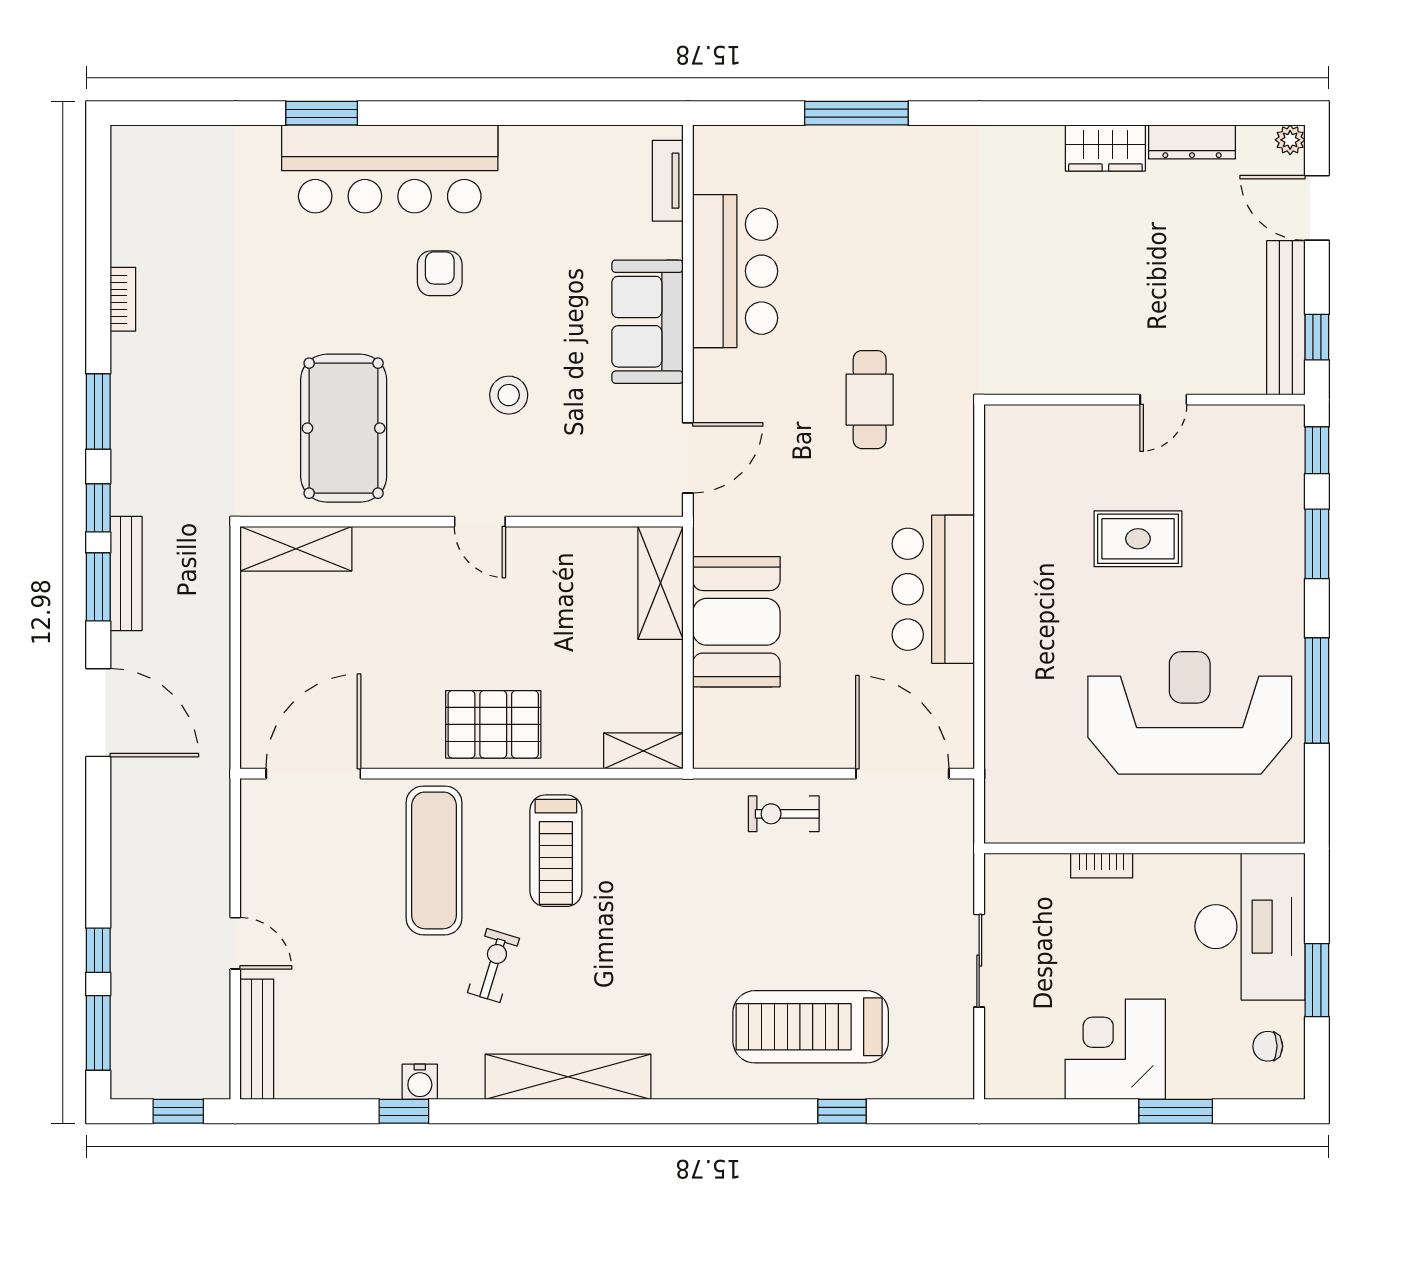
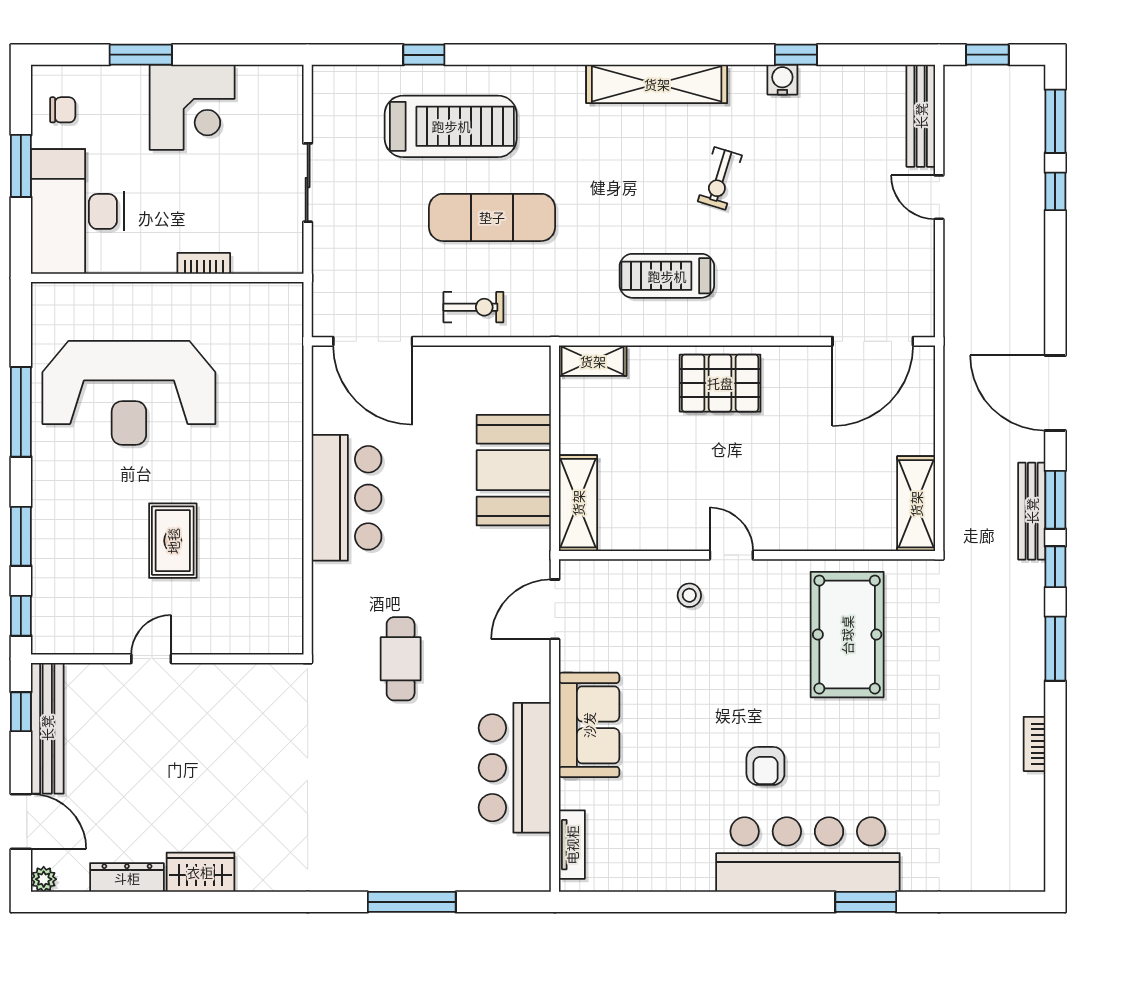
stool: (509, 395) -> (689, 595), moved, width x0.73, depth x0.73
rug: (1138, 539) -> (173, 541), turned 90
shelving: (296, 549) -> (916, 504), moved, turned 90
treadmill: (556, 851) -> (667, 276), turned -90
exercise mat: (434, 860) -> (492, 217), moved, turned 90

